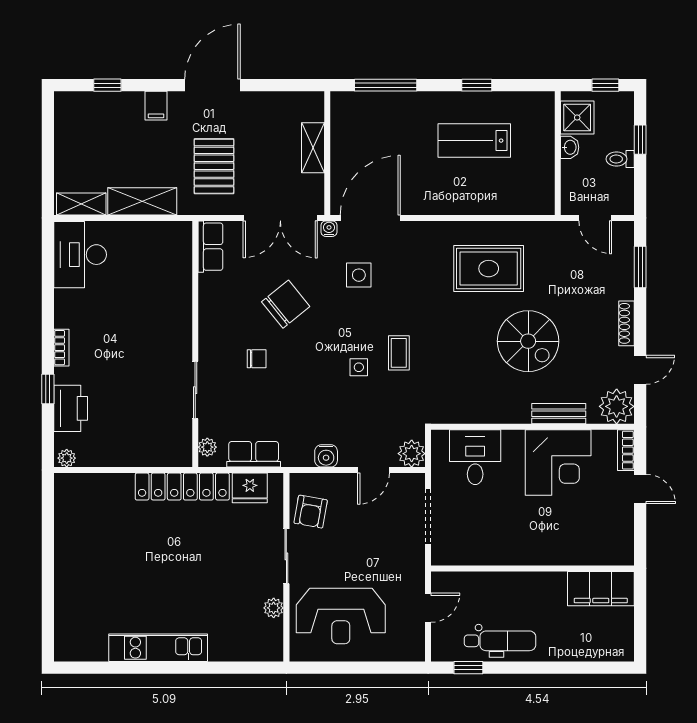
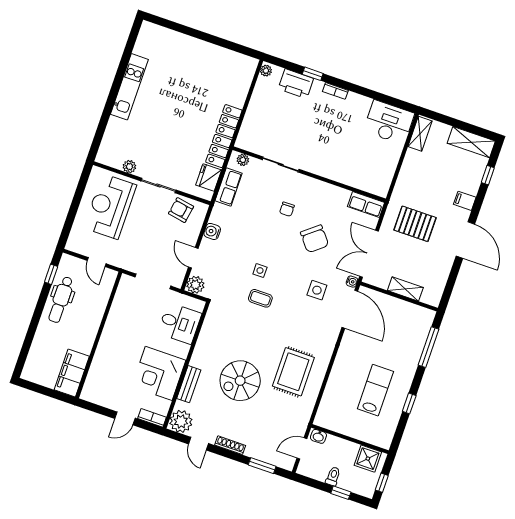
washbasin: (570, 147) -> (318, 436), moved
shelving: (142, 201) -> (471, 142), moved, turned 90

